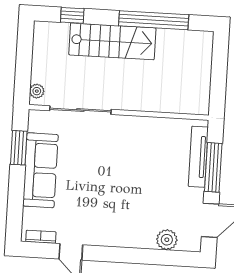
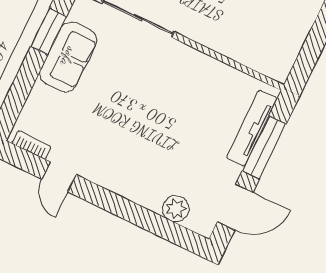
sofa: (40, 170) -> (68, 57), width x0.73

